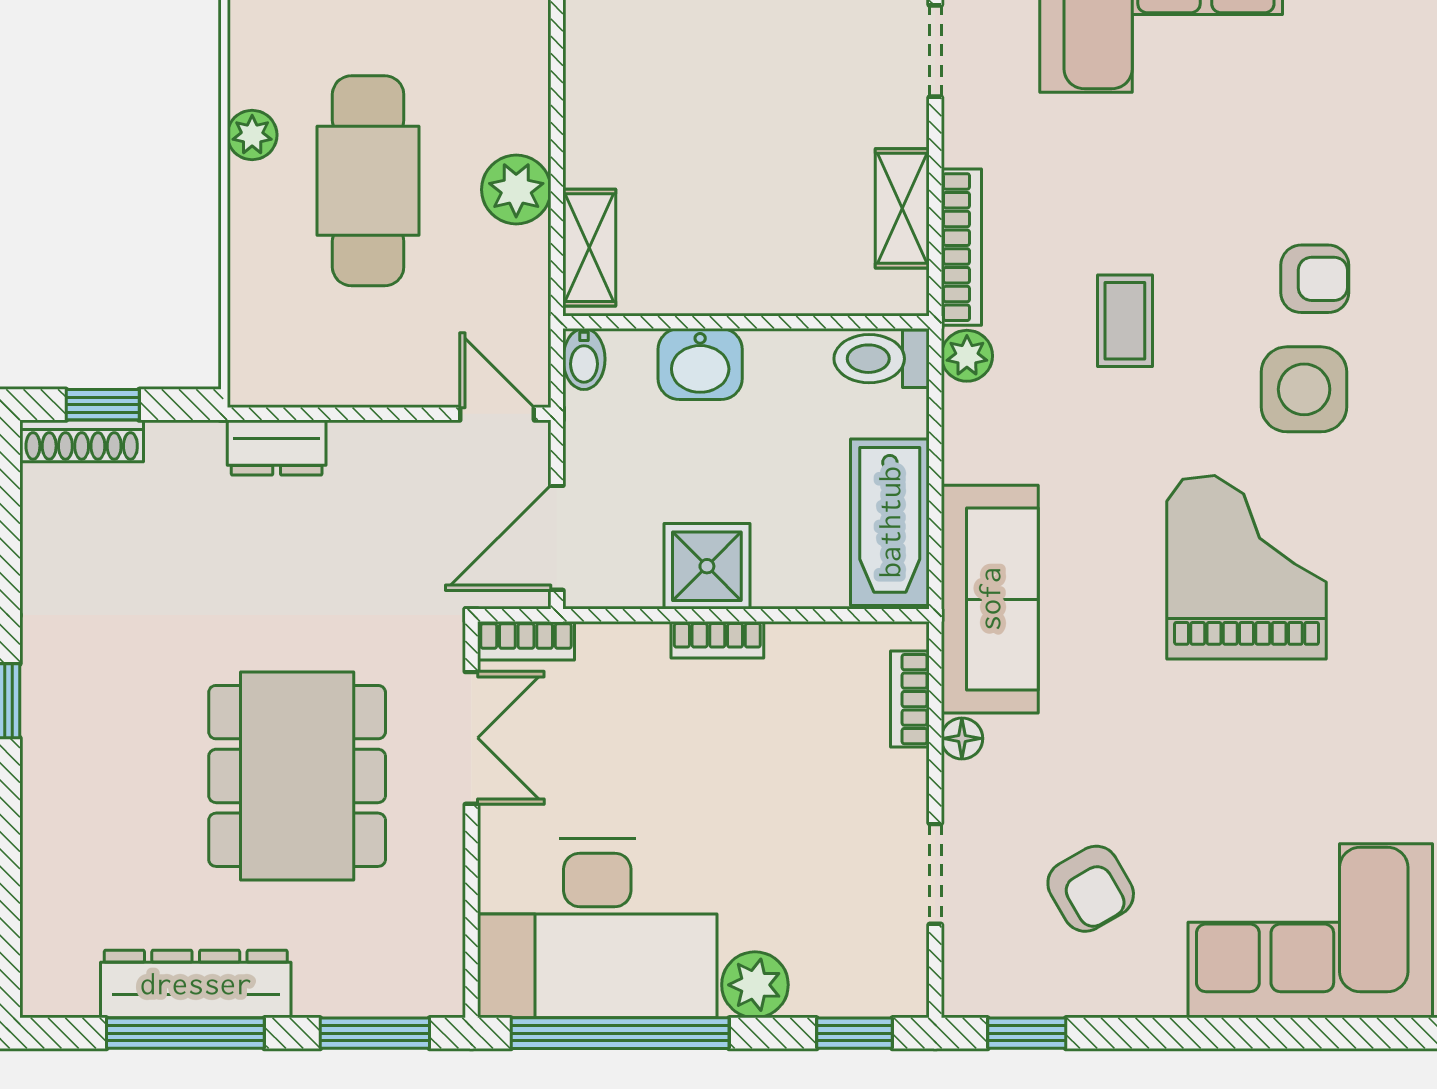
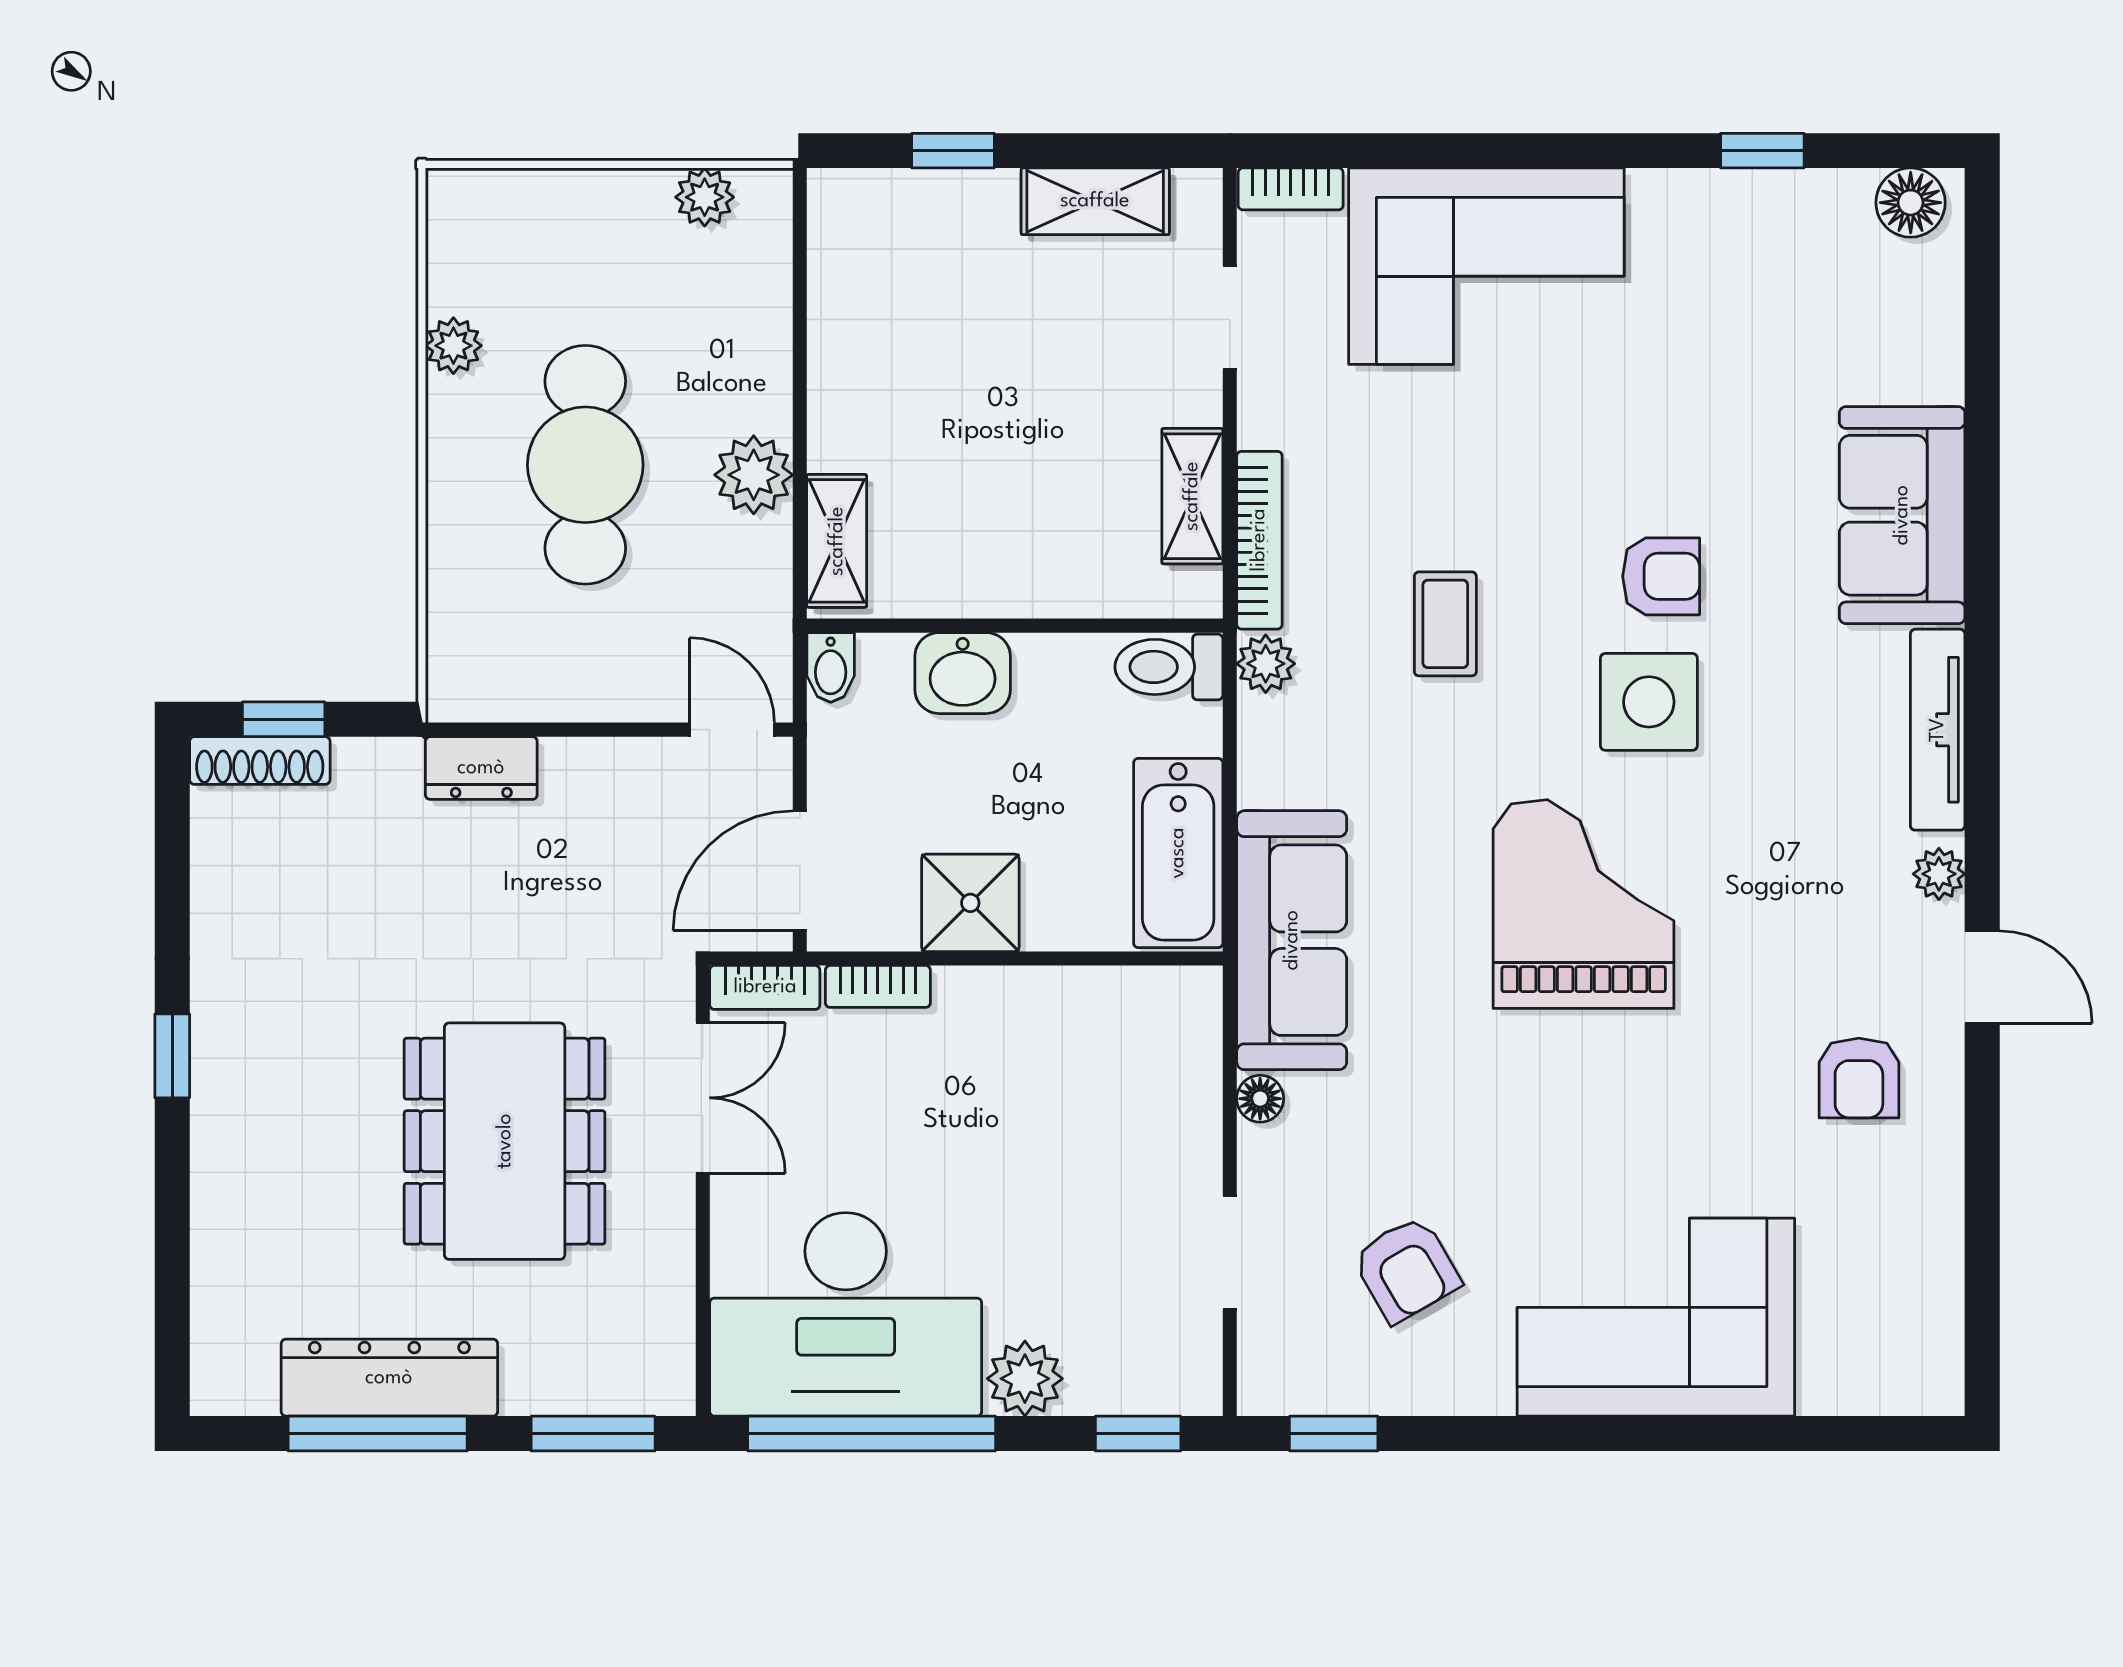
plant: (252, 135) -> (453, 346), moved
bookcase: (717, 640) -> (878, 986), moved
bookcase: (910, 699) -> (1201, 1054), removed

